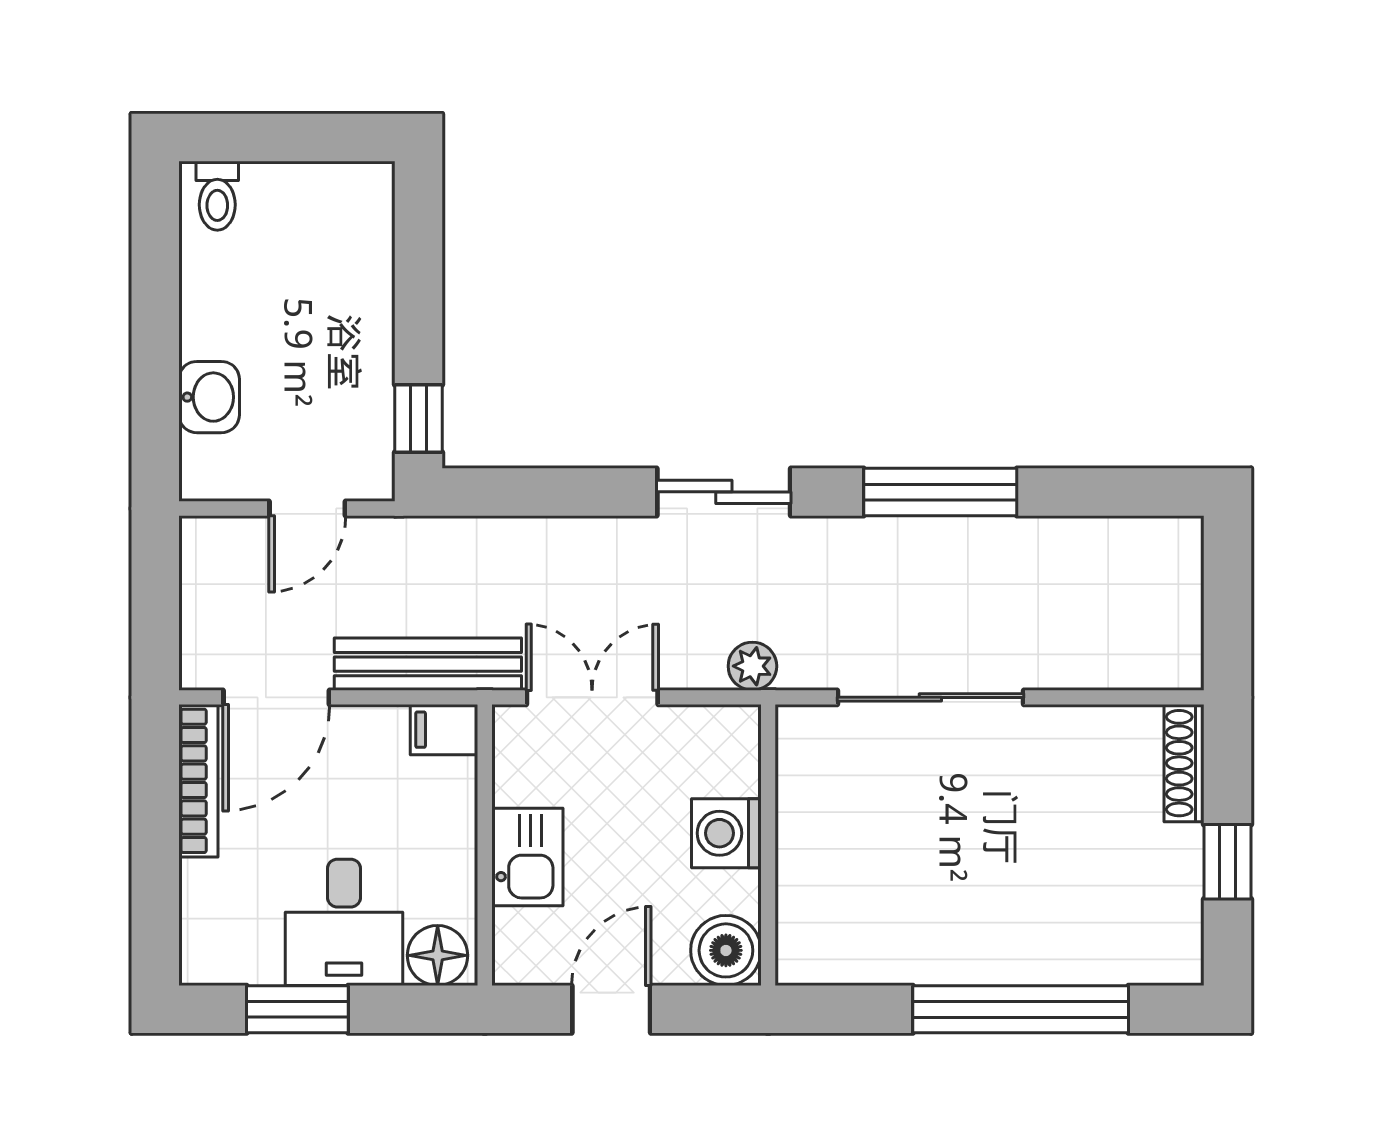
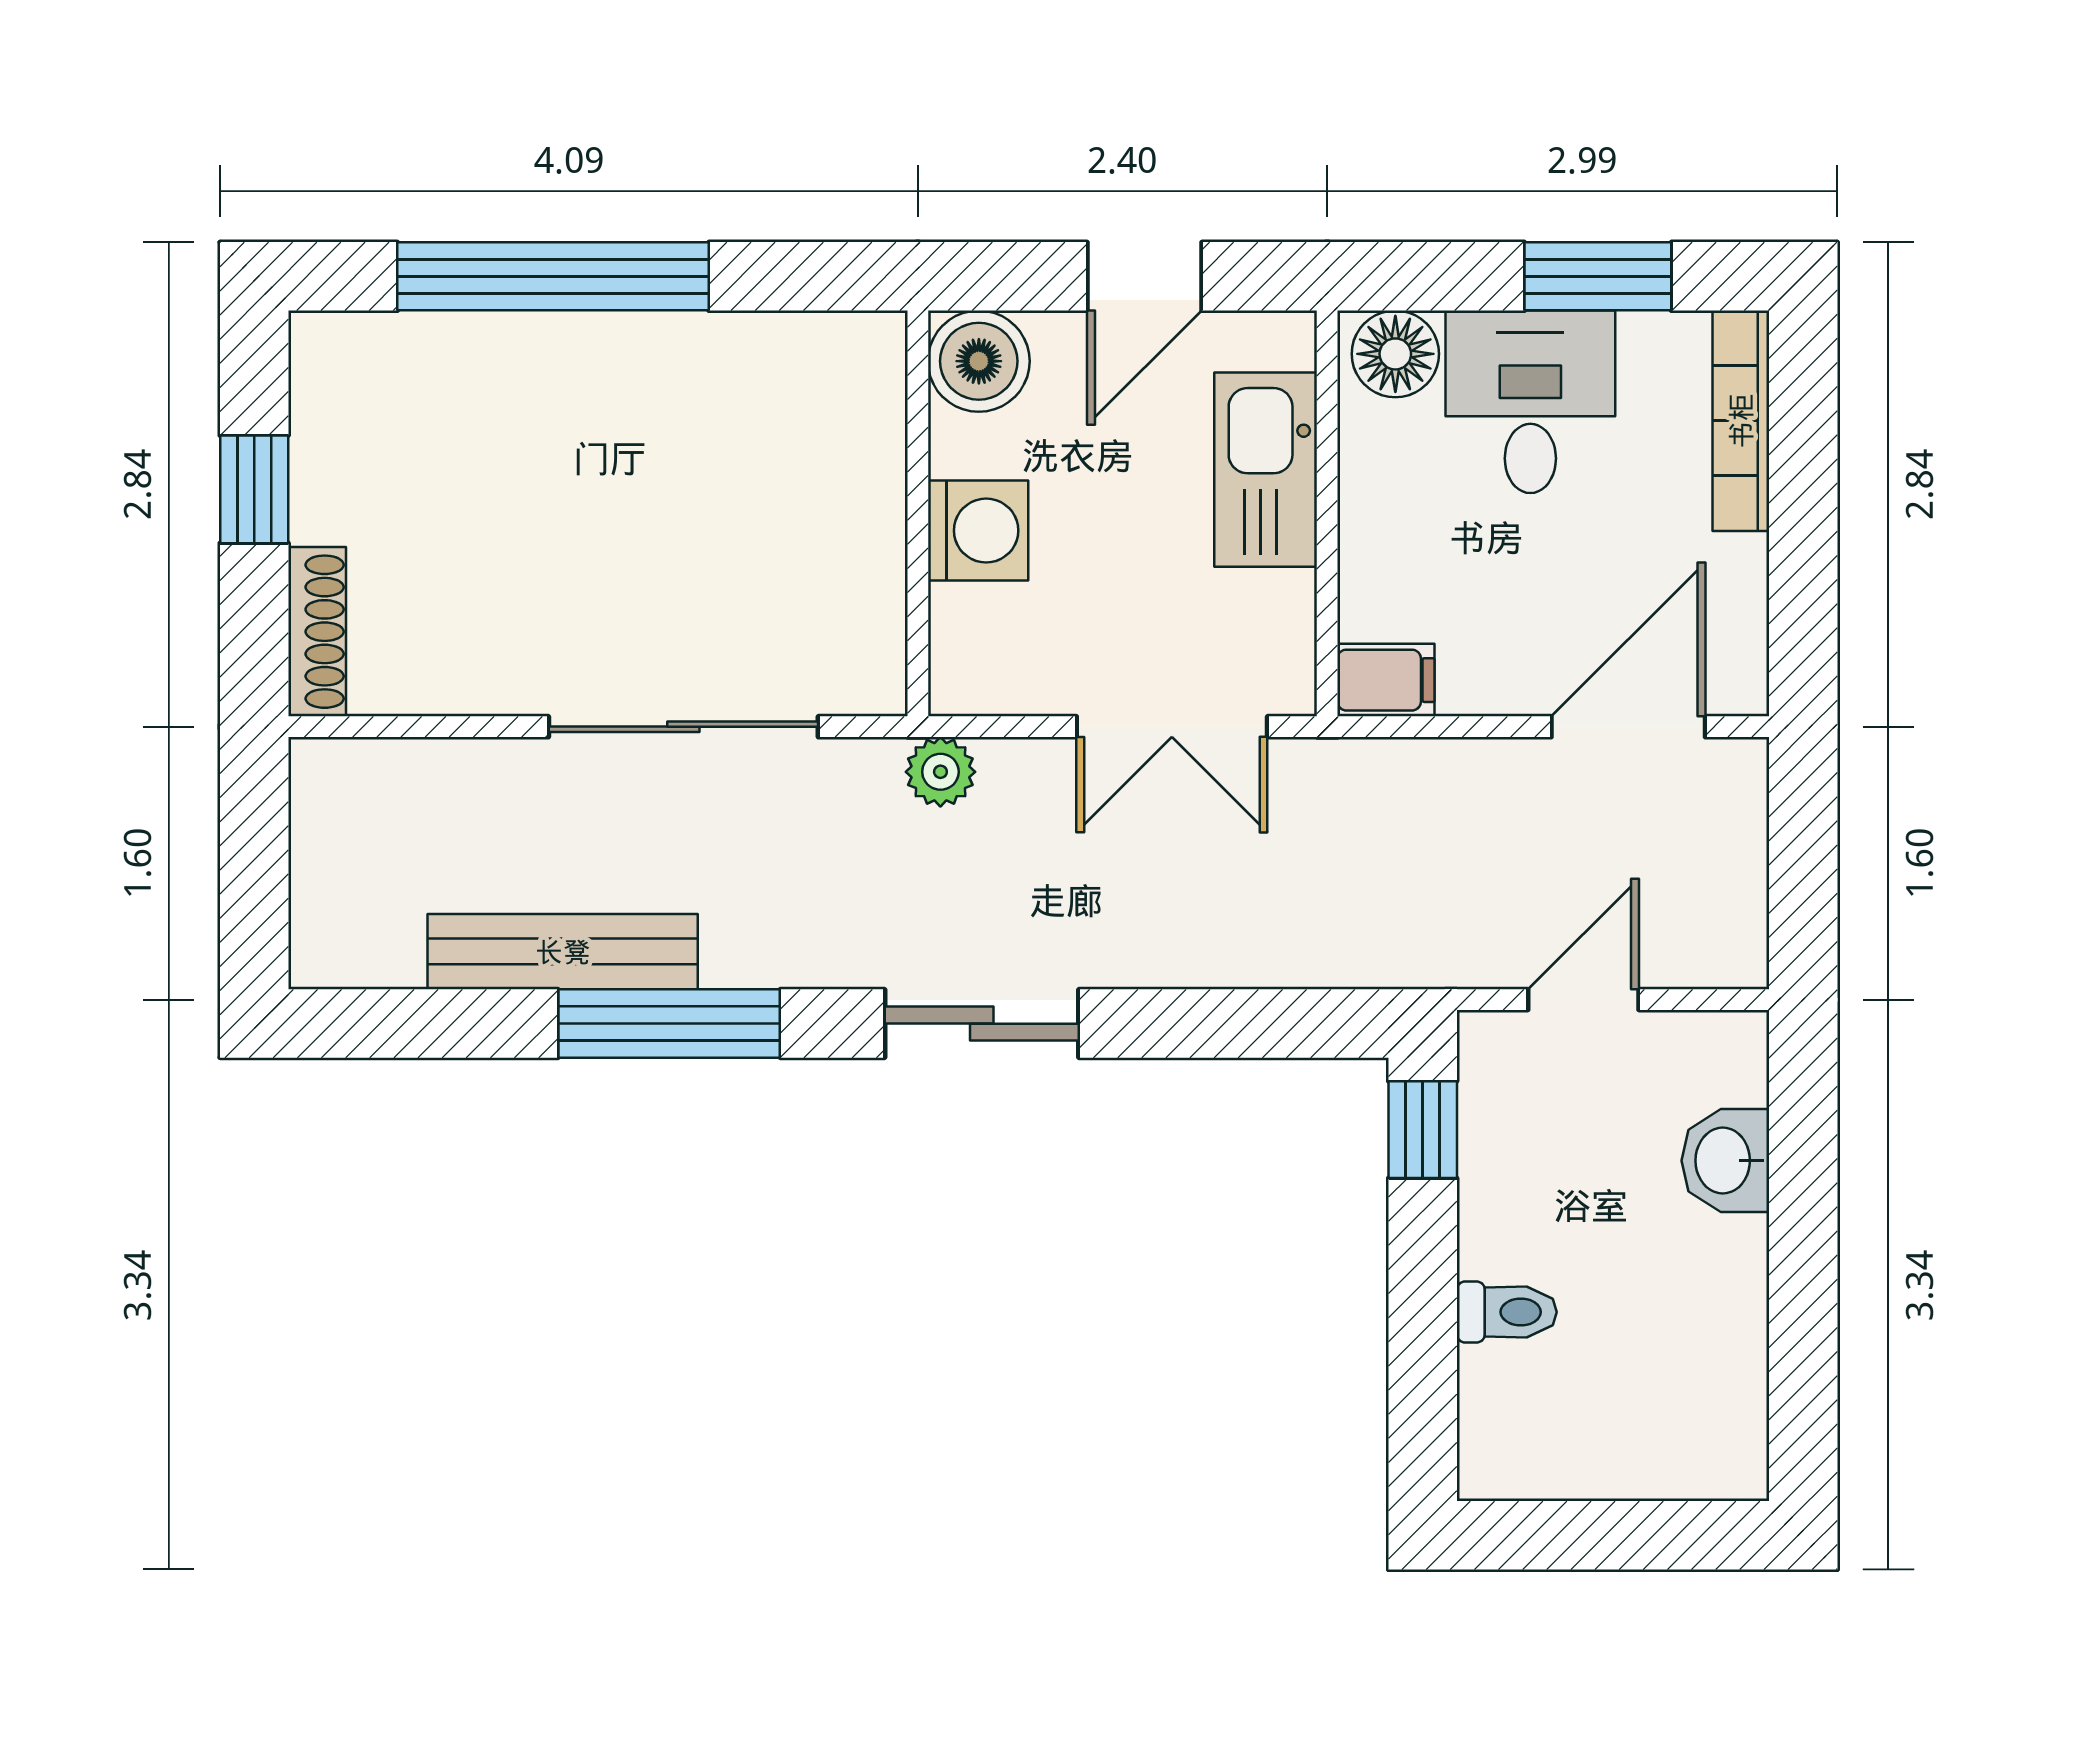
toilet: (217, 196) -> (1507, 1312), moved, turned 90
bench: (428, 664) -> (563, 952), moved
bookcase: (198, 781) -> (1741, 421), moved
kitchen sink: (527, 857) -> (1266, 470), width x1.38

